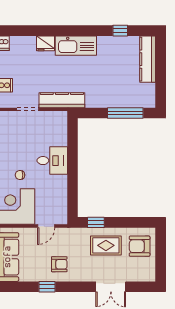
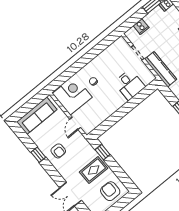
desk: (52, 161) -> (130, 85), moved
door: (46, 226) -> (75, 123), hinge flipped
rug: (106, 245) -> (94, 170), turned 90

